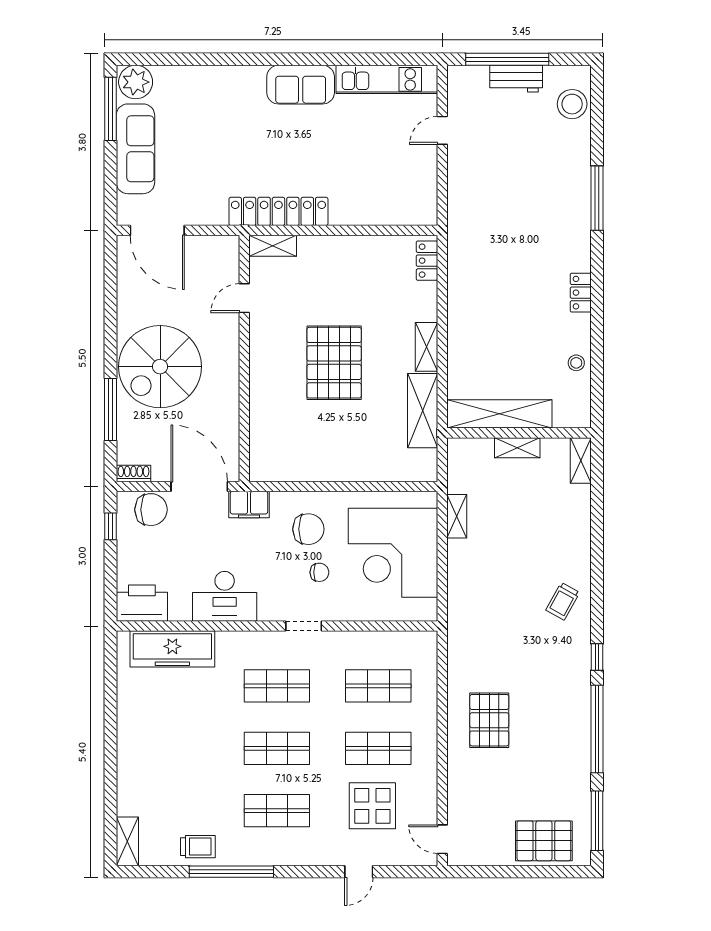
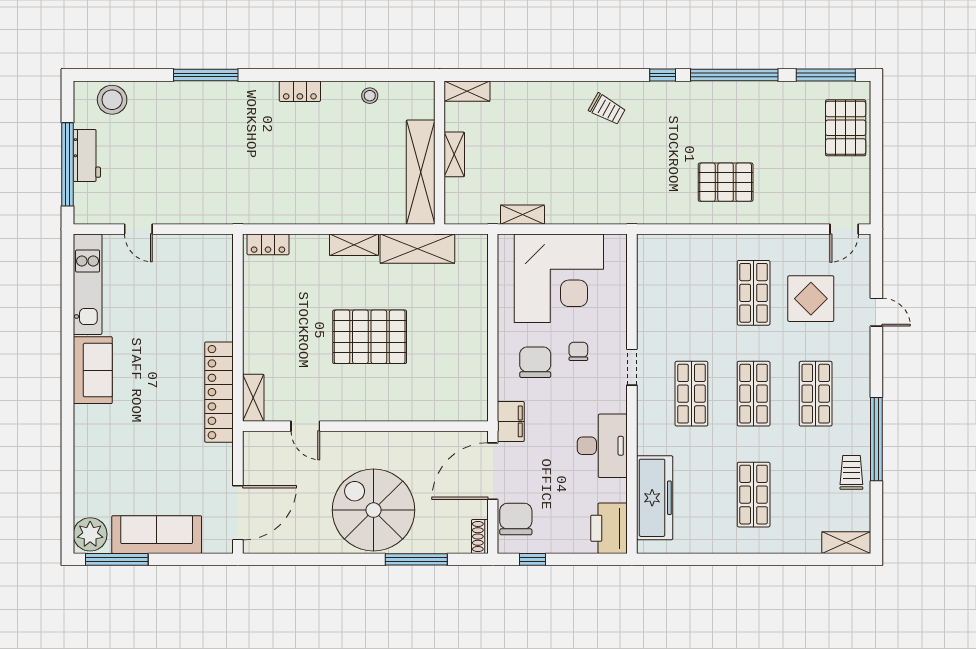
spiral stairs: (160, 367) -> (373, 510), turned 180
shop shelf: (378, 686) -> (754, 495), moved

